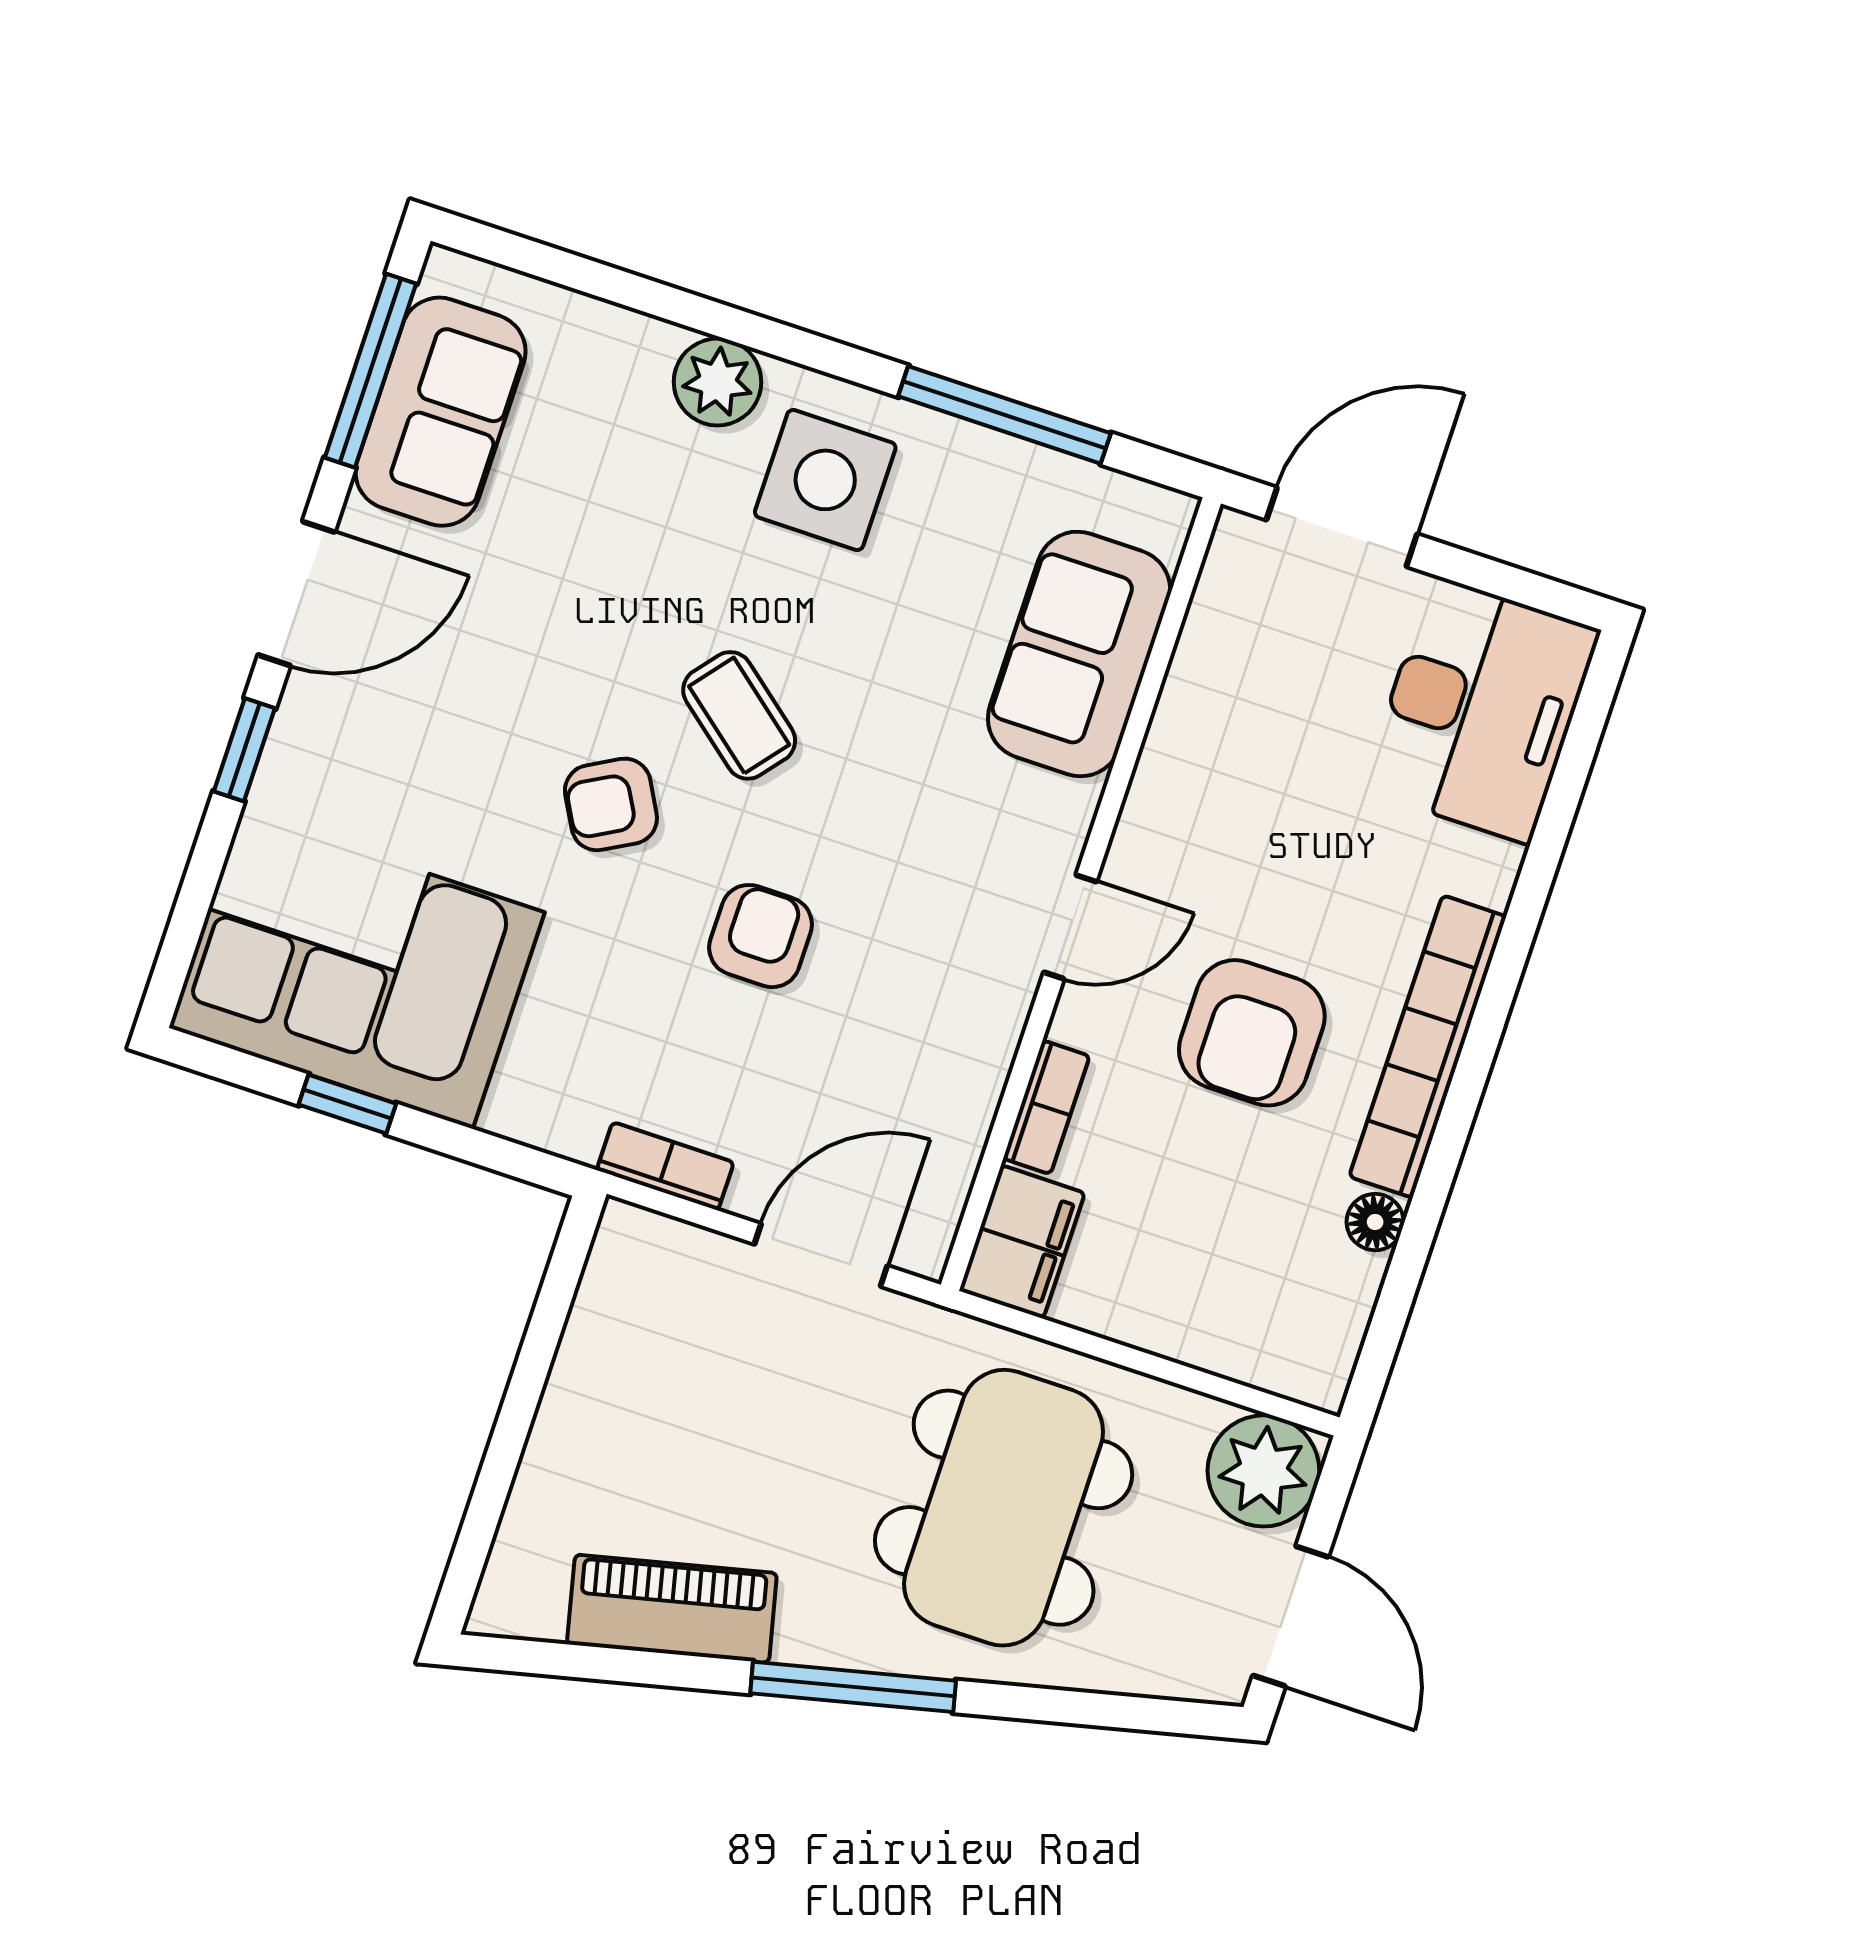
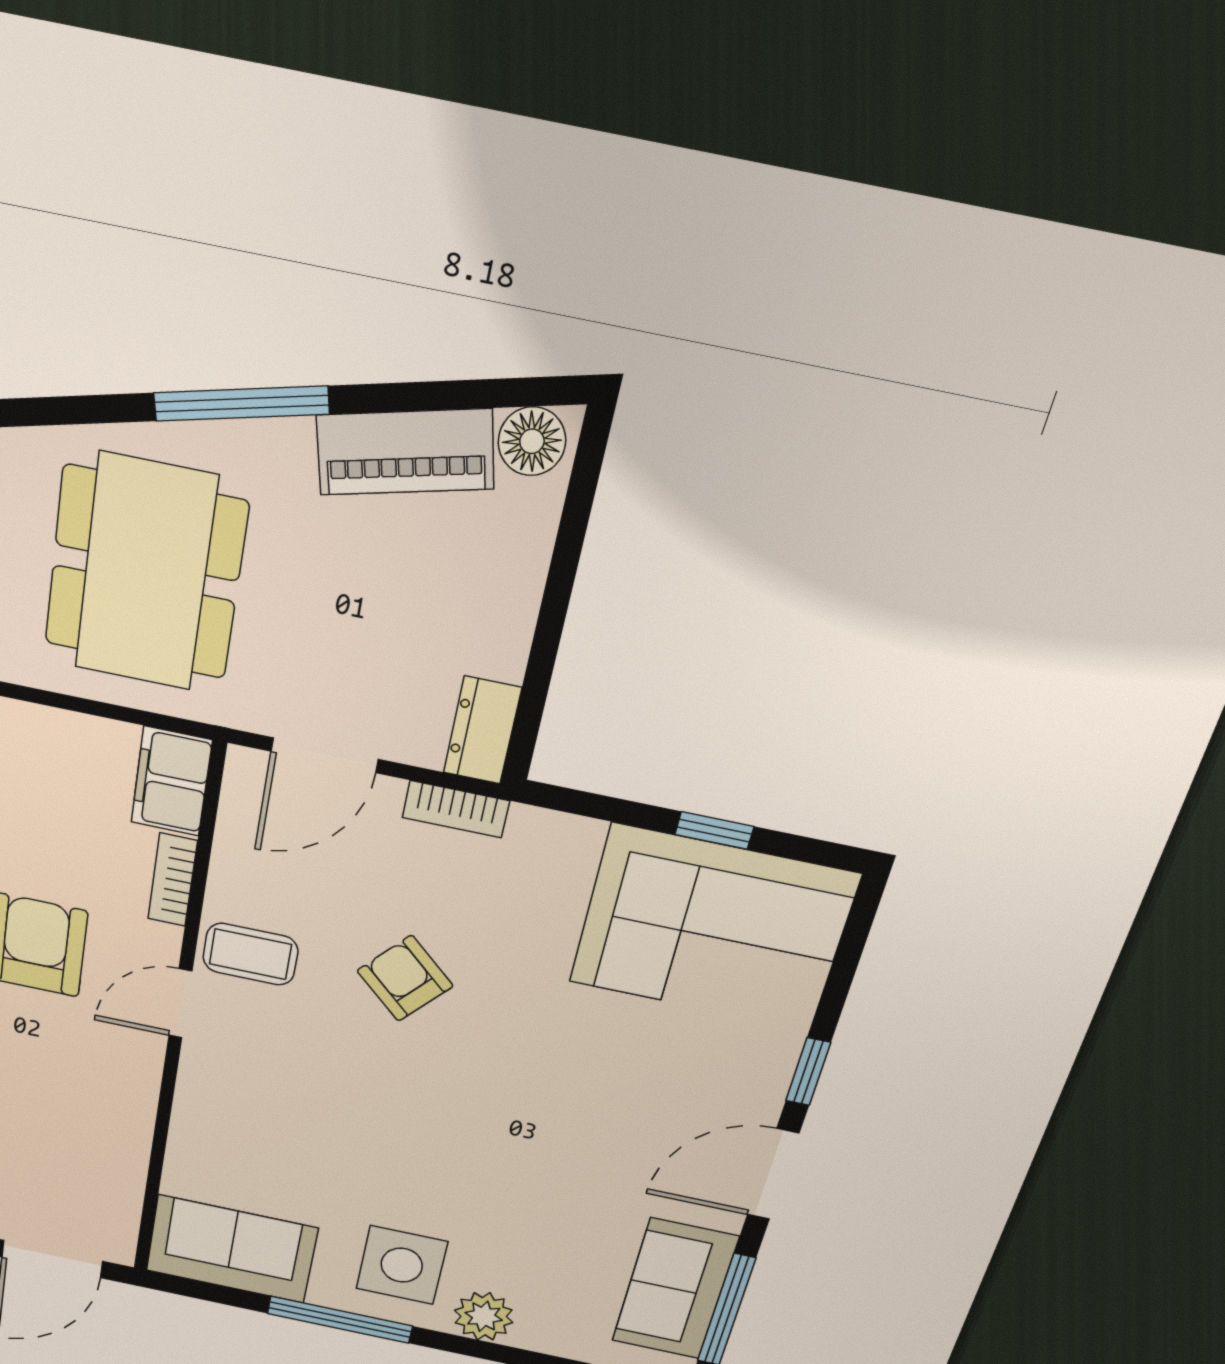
window: (1004, 415) -> (340, 1320), moved
sofa: (1079, 654) -> (232, 1249), moved, turned -90
coffee table: (739, 715) -> (250, 954), moved, turned -39
armchair: (611, 804) -> (528, 1057), removed
armchair: (761, 936) -> (405, 978), turned 132
dresser: (621, 1266) -> (482, 730), added
floor lamp: (526, 1602) -> (532, 441), added

